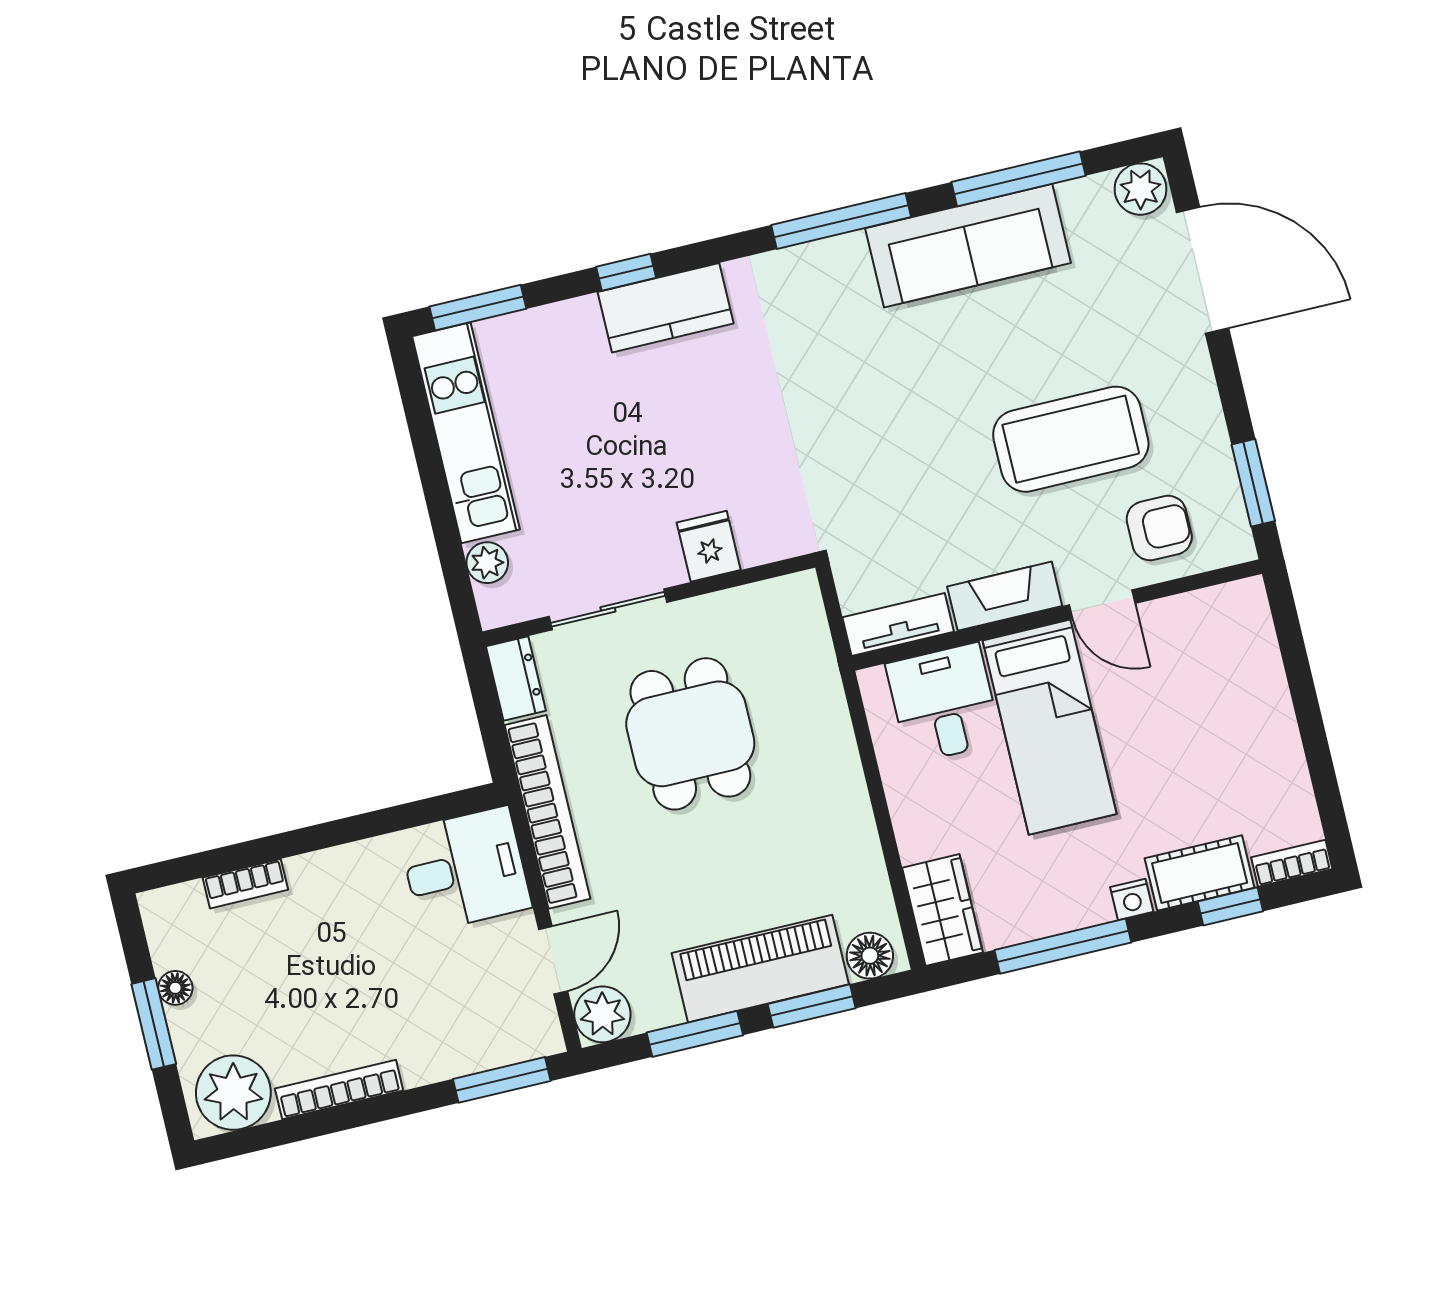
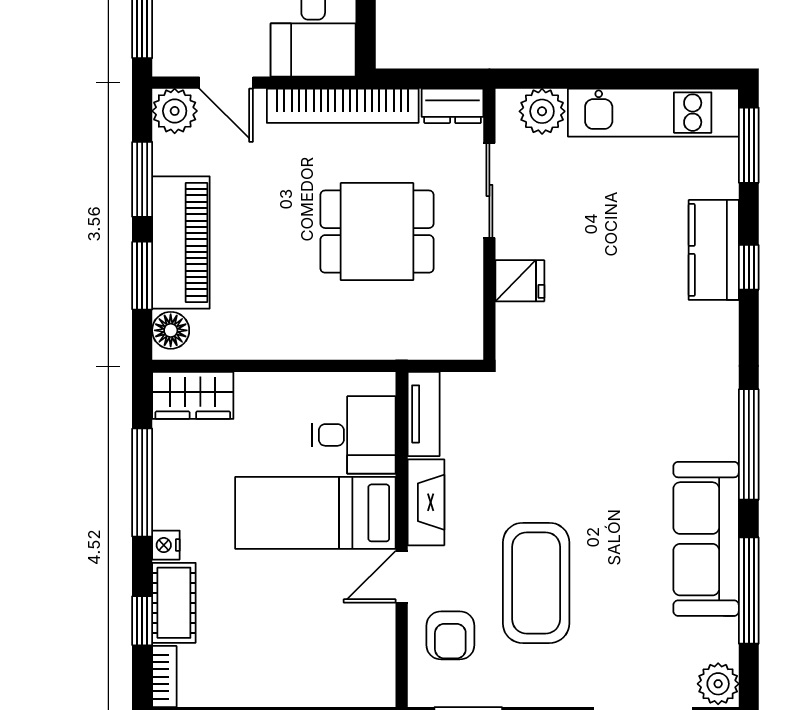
kitchen counter: (666, 308) -> (714, 250), moved
plant: (487, 563) -> (542, 111), width x1.38, depth x1.38

